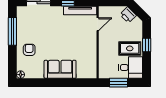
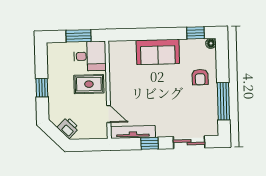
door: (98, 24) -> (109, 114), swing flipped
rug: (130, 48) -> (89, 84), moved
desk: (131, 68) -> (90, 56), moved, turned 180
window: (32, 83) -> (195, 33), added

